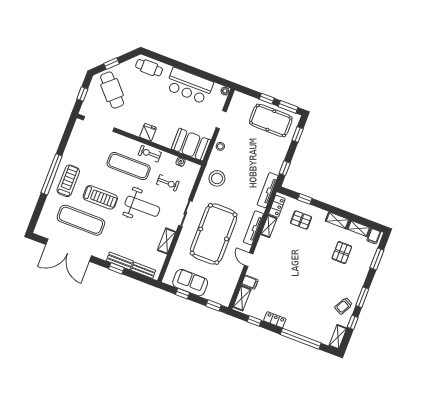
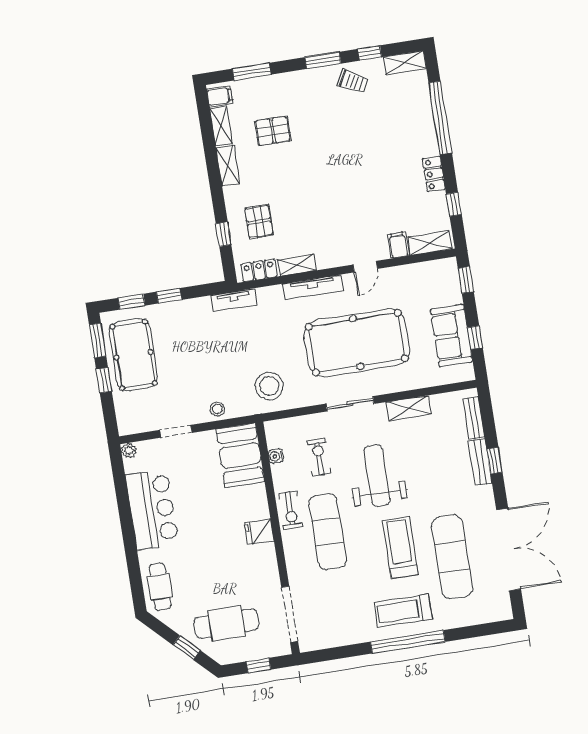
cafe table: (112, 90) -> (226, 624), turned 42
window: (285, 168) -> (169, 296), moved
tv unit: (268, 190) -> (234, 300), width x0.71

